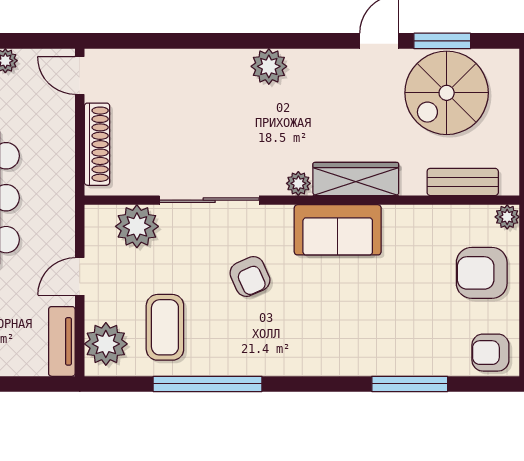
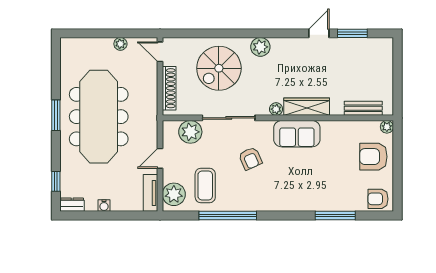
spiral stairs: (447, 93) -> (219, 68), moved

